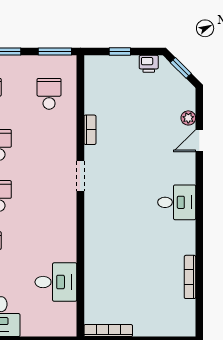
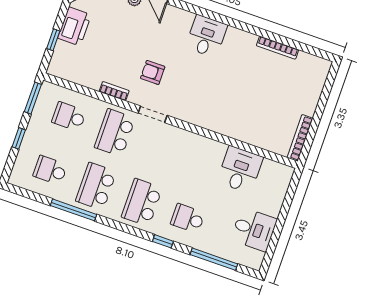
printer: (149, 64) -> (75, 26), width x1.87, depth x1.48
school desk: (49, 145) -> (115, 133), added
armchair: (122, 162) -> (153, 72), added

